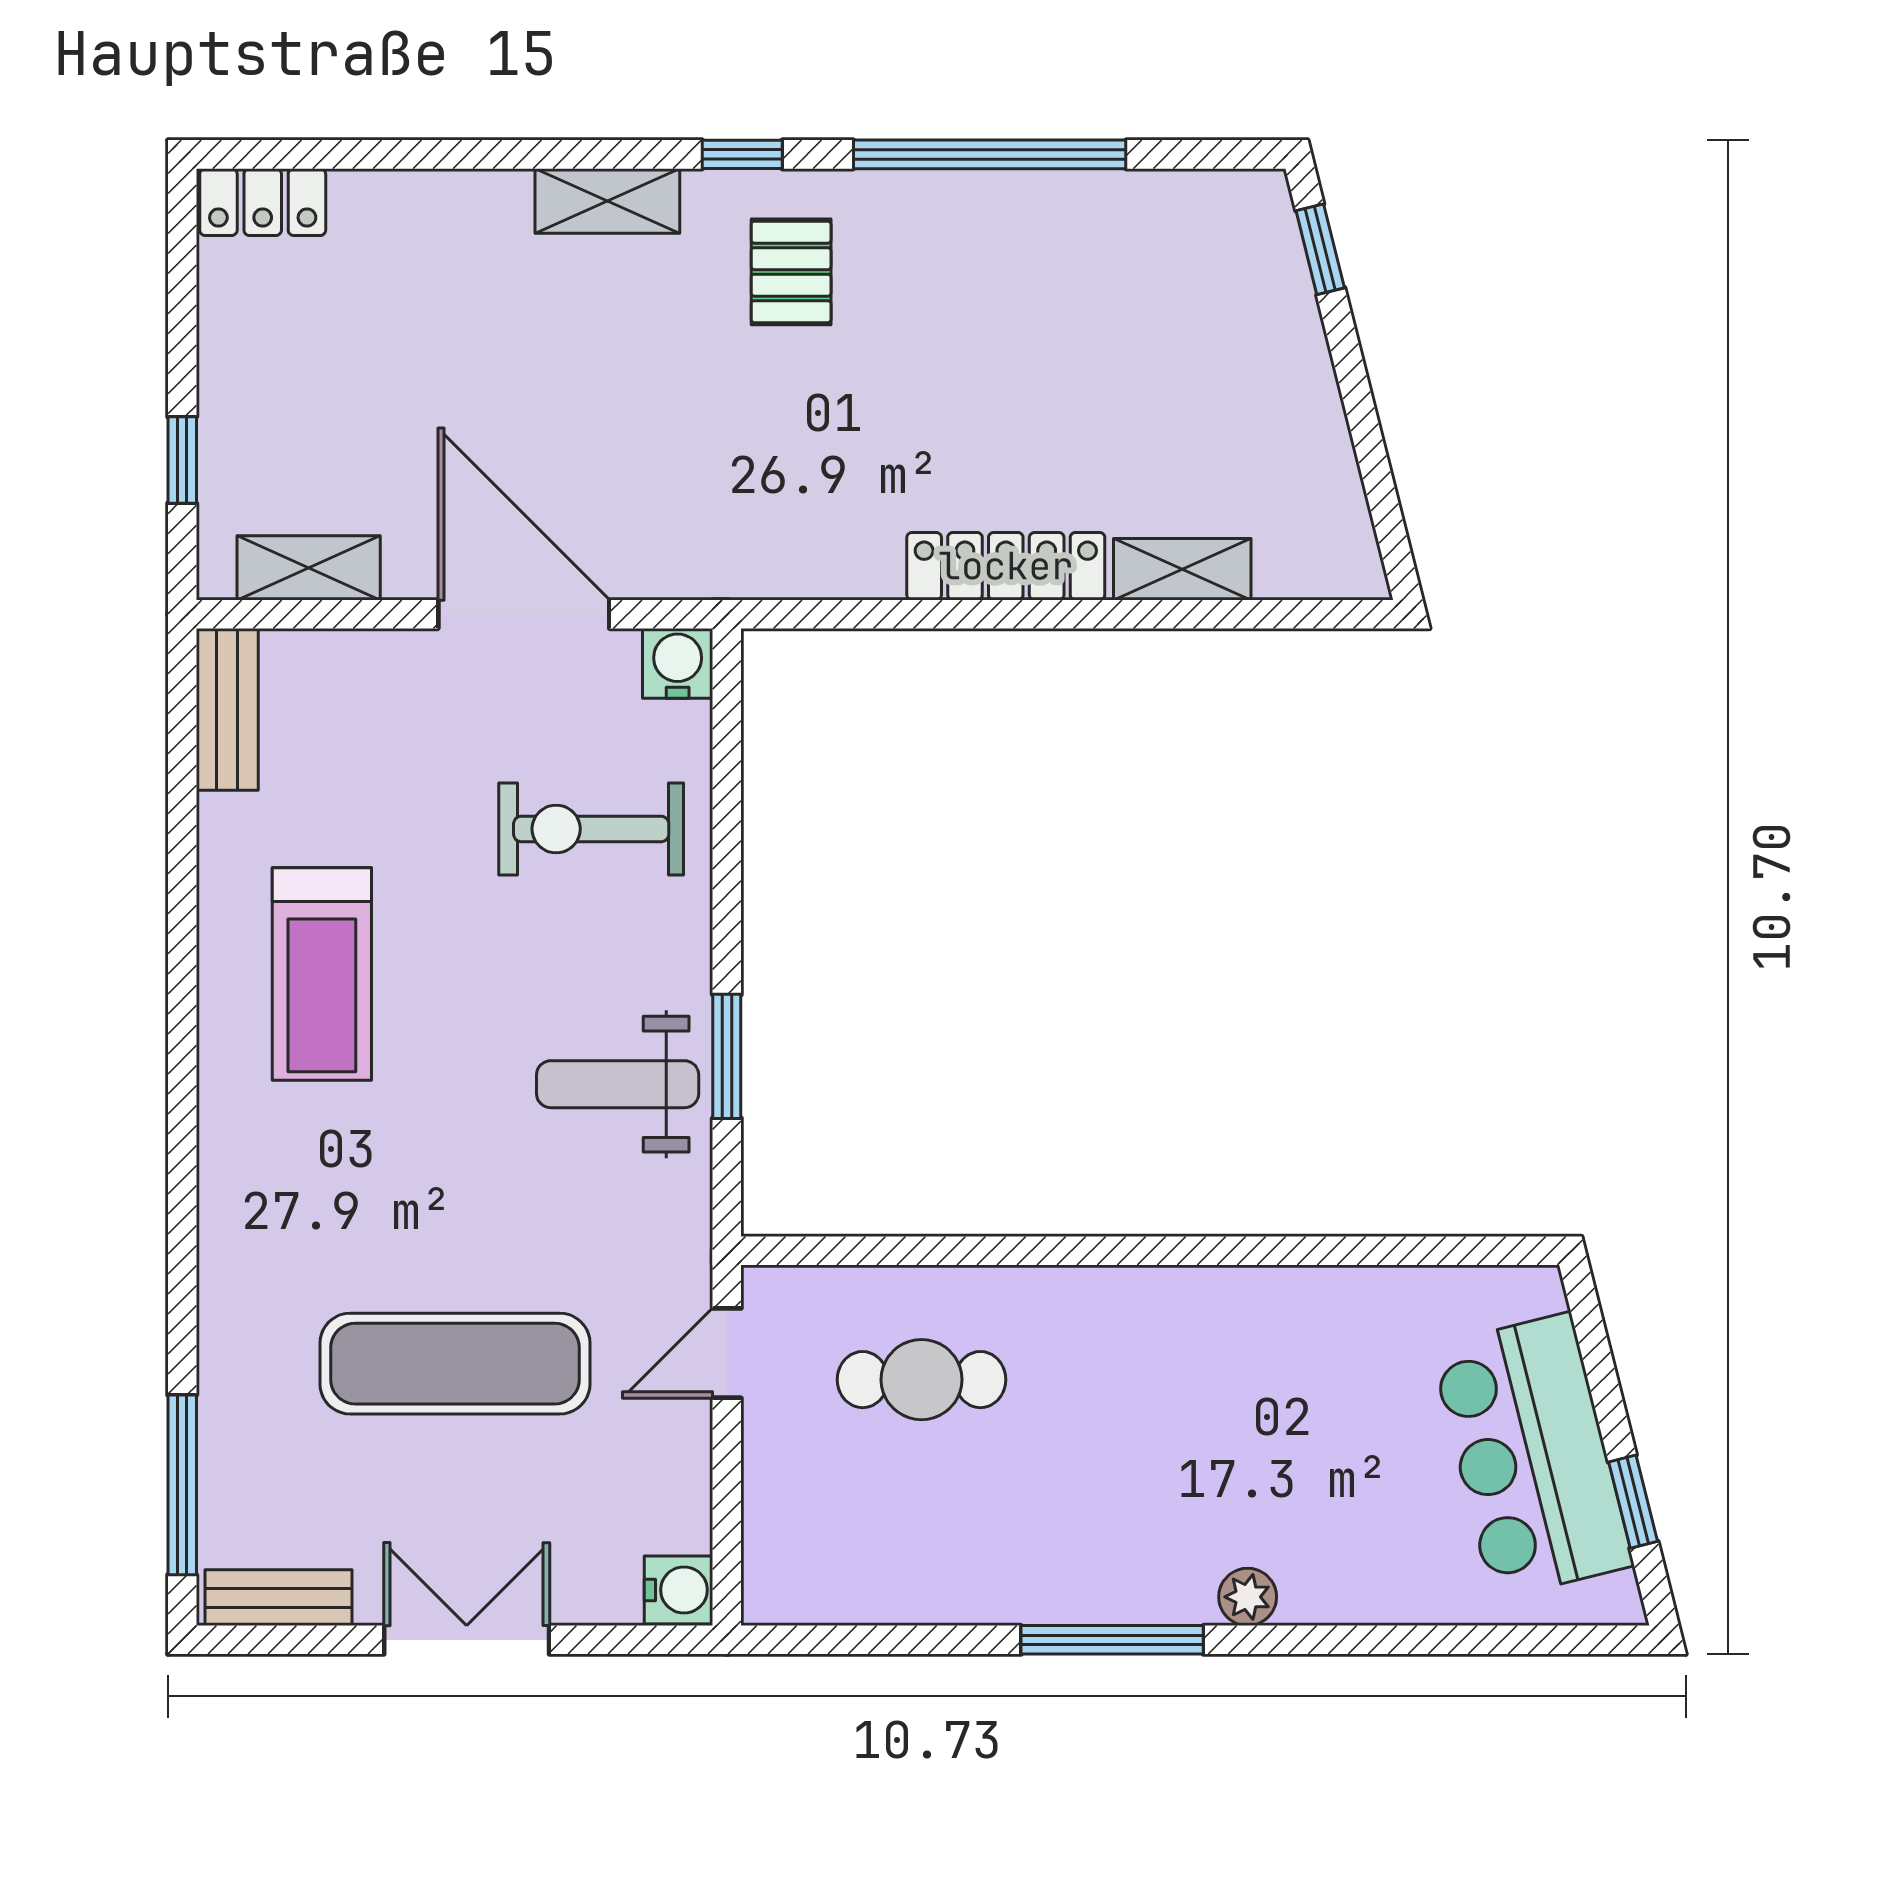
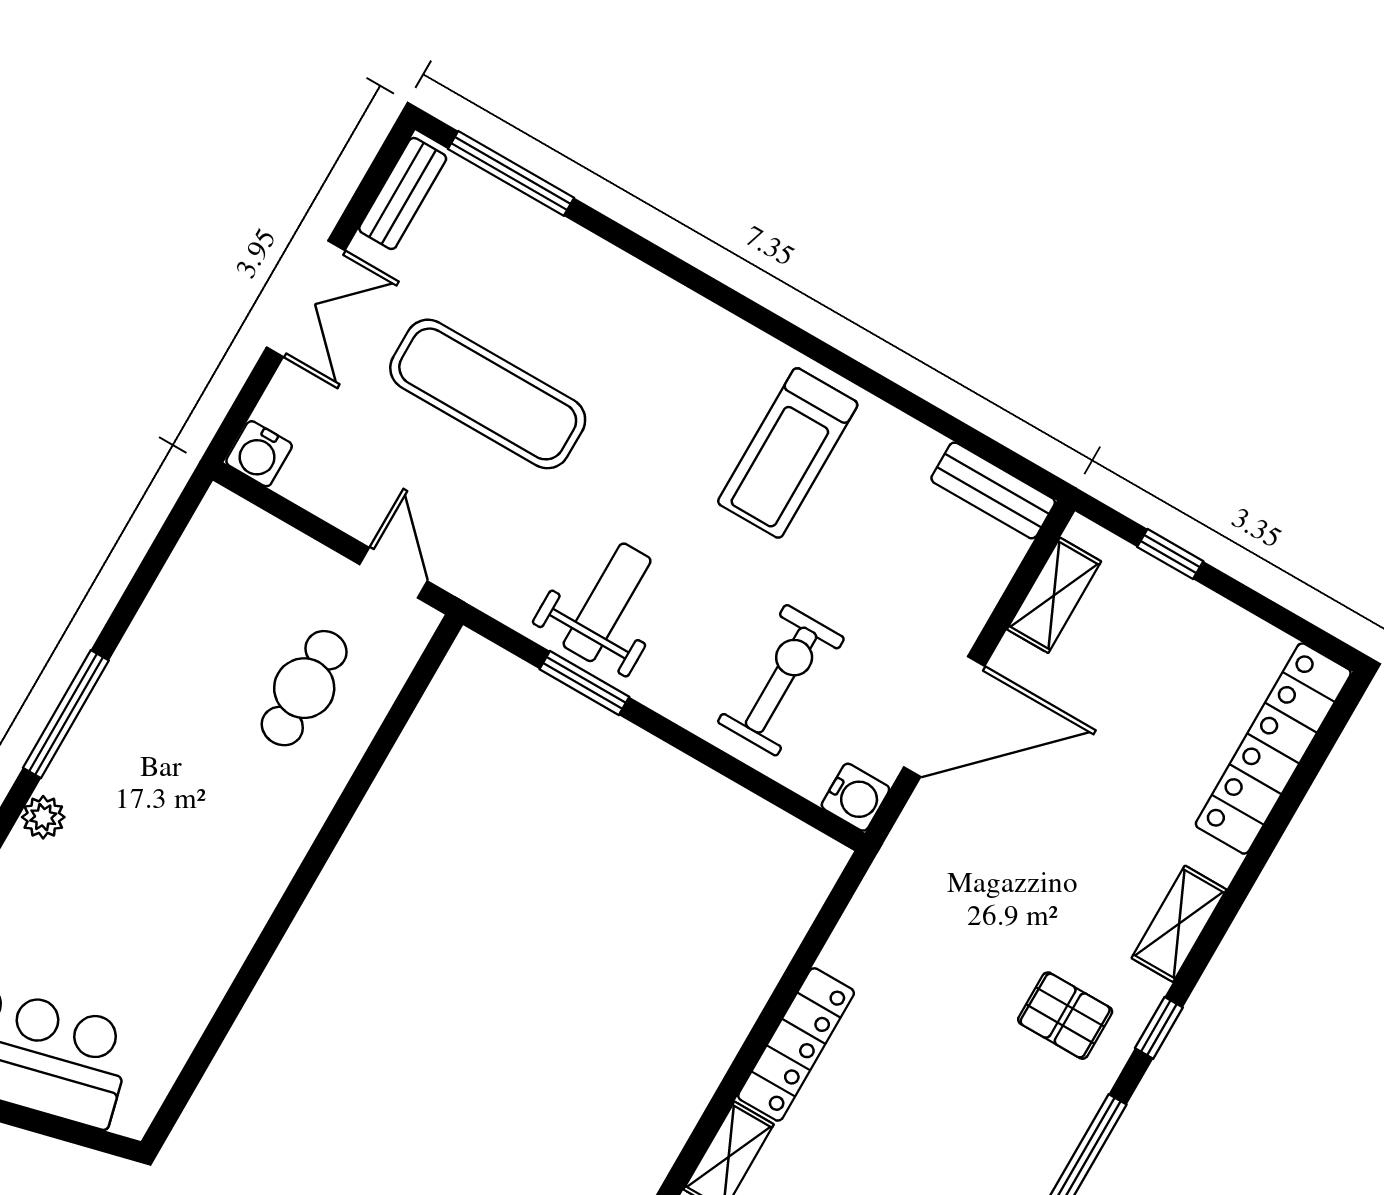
locker: (263, 202) -> (1273, 748), width x2.16, depth x1.21
treadmill: (322, 974) -> (788, 453), turned -90
exercise mat: (455, 1364) -> (488, 394), turned 90

